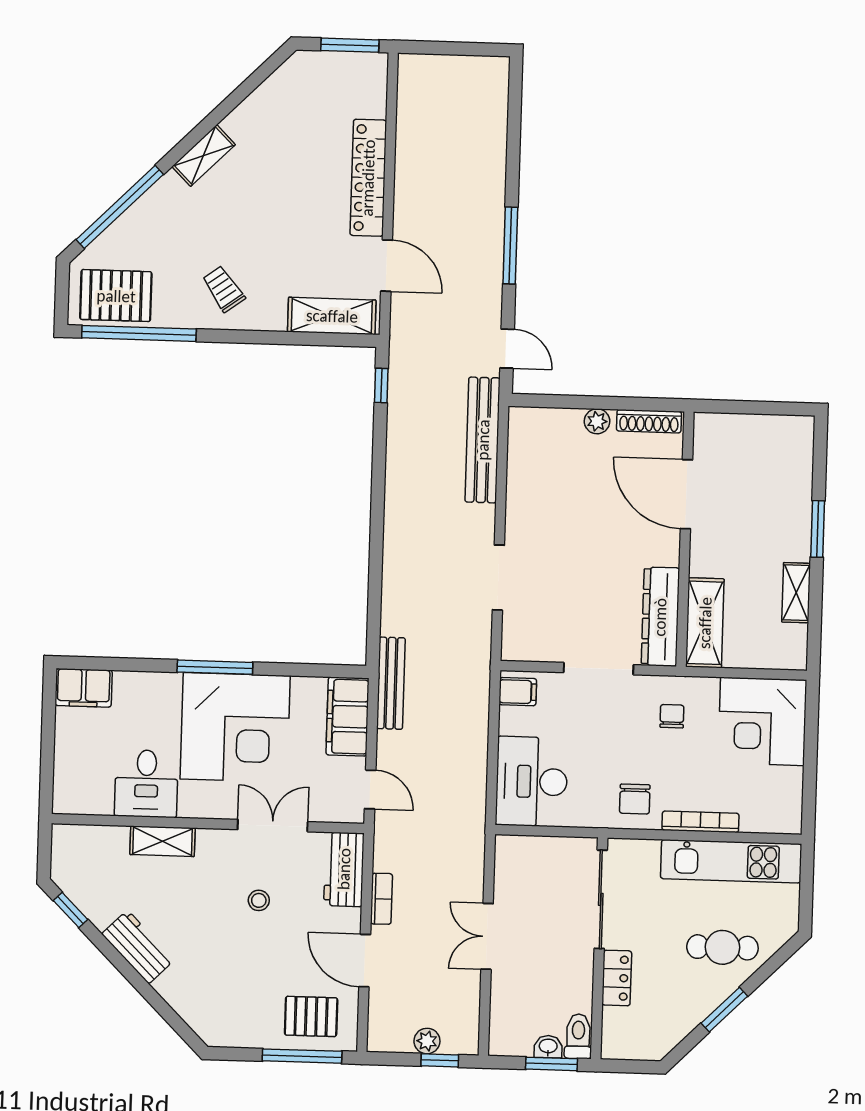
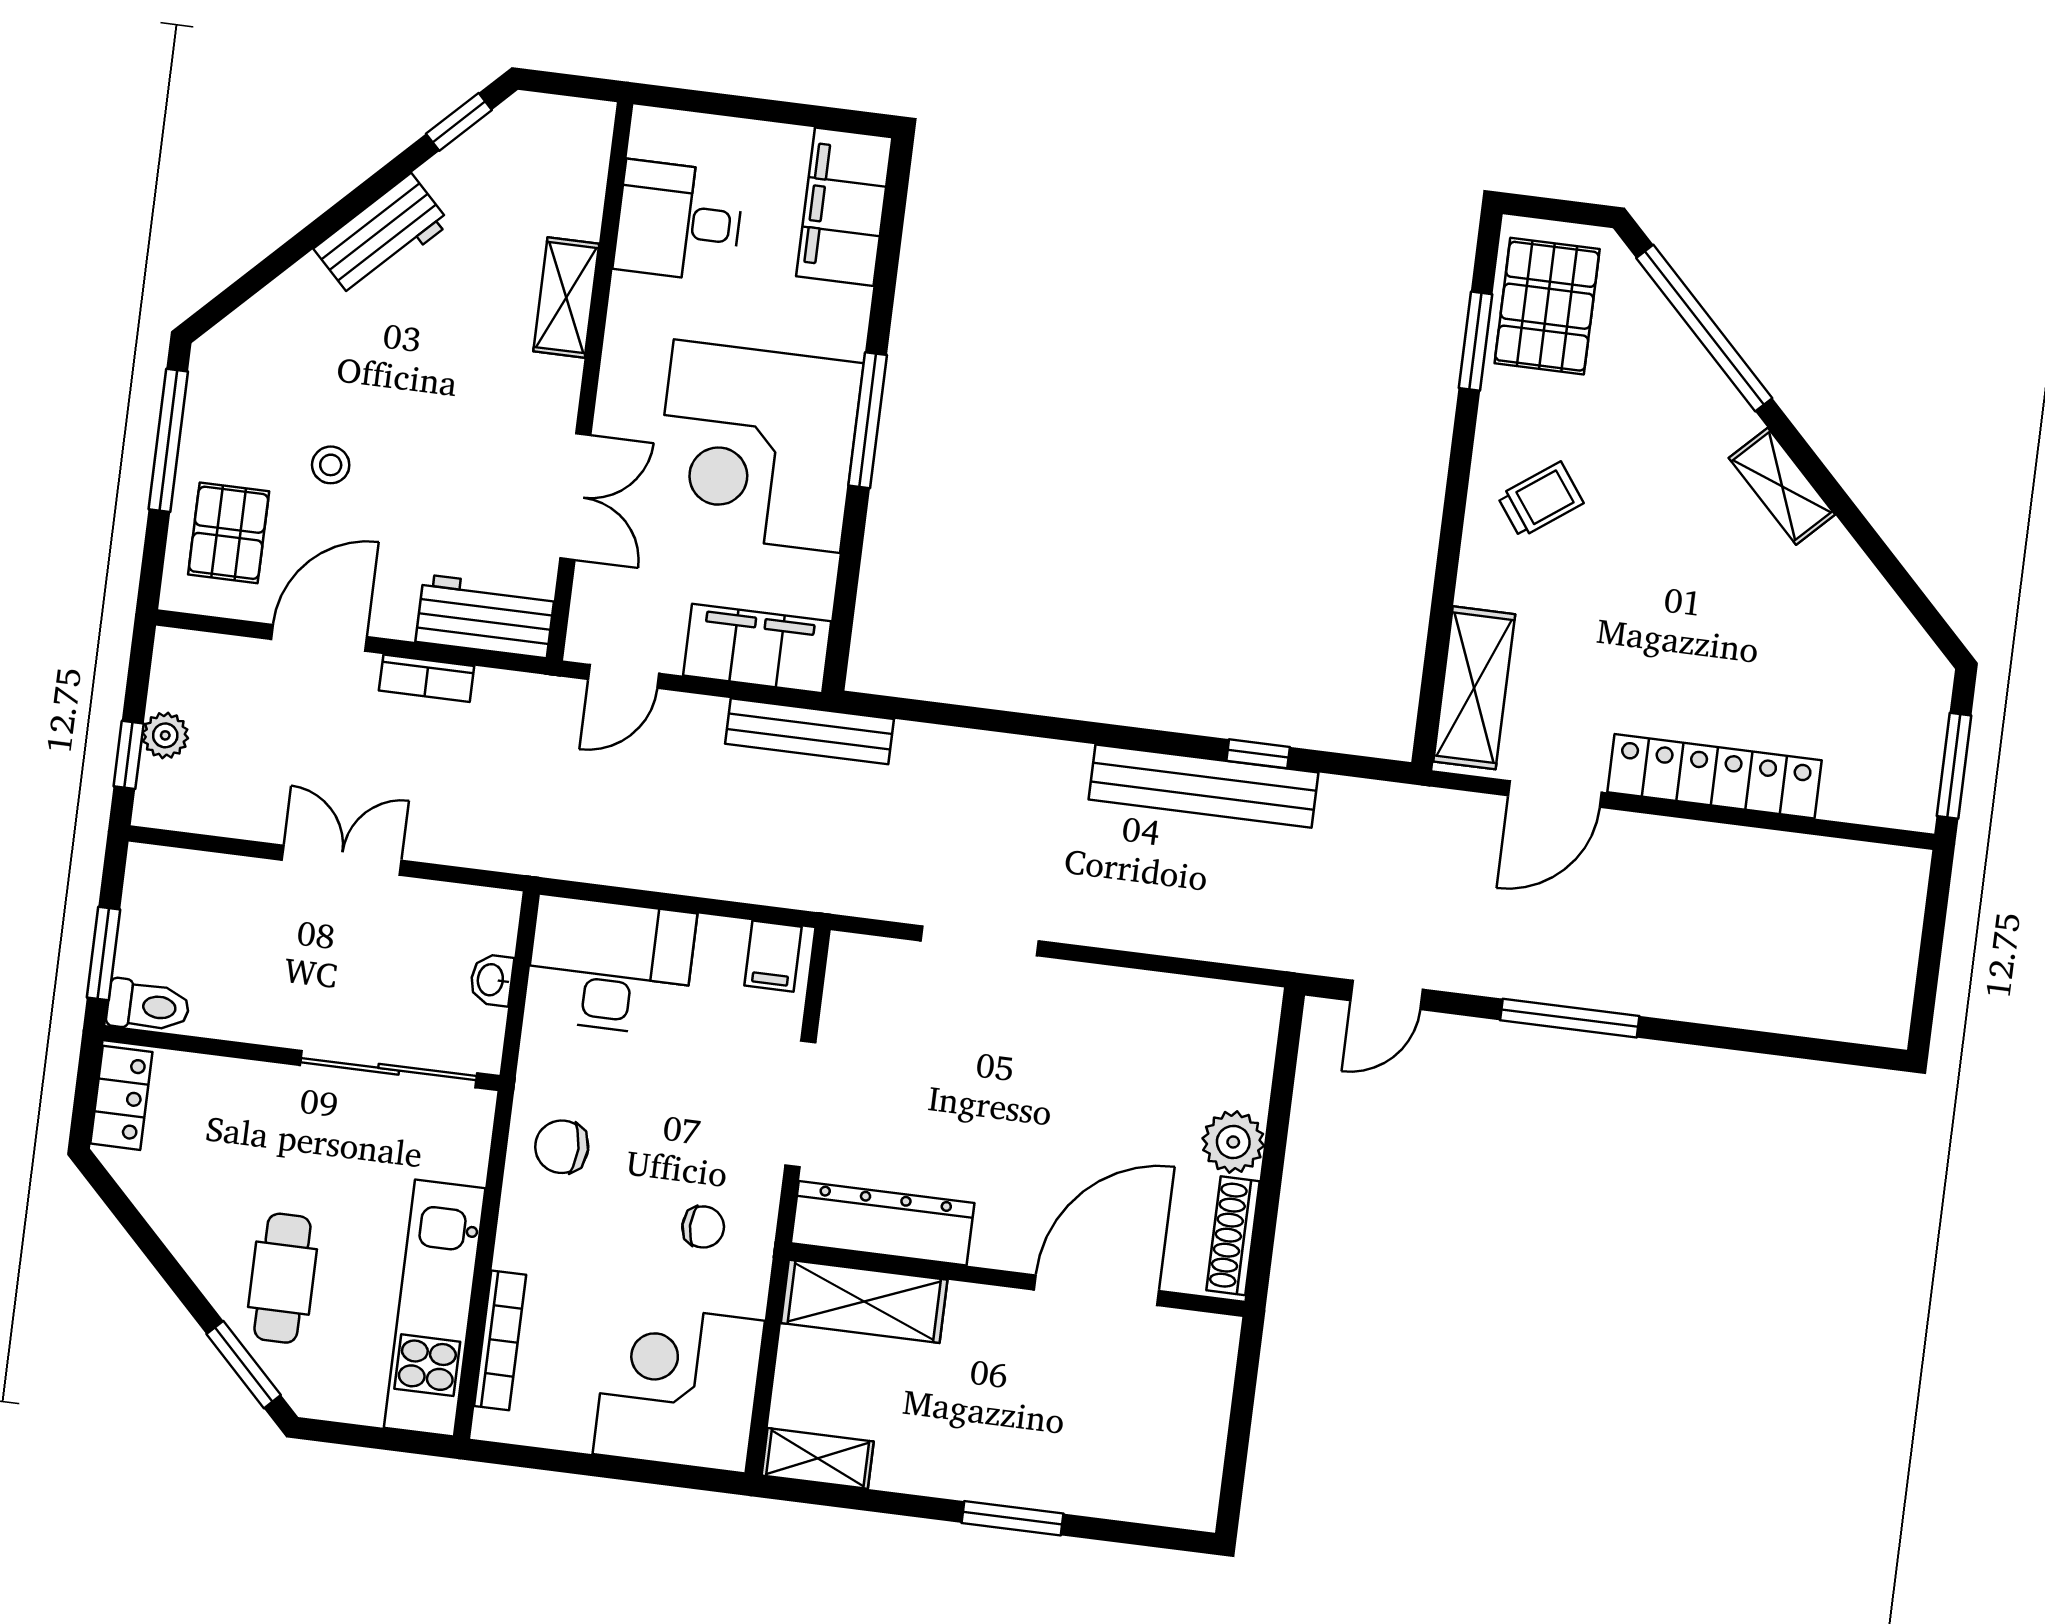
window: (139, 333) -> (1475, 341), width x0.47
window: (381, 386) -> (1258, 754), moved
plant: (597, 421) -> (1233, 1142), width x1.38, depth x1.38
bench: (483, 440) -> (1203, 786), moved
shelving: (796, 593) -> (818, 1458), moved
filing cabinet: (84, 688) -> (844, 207), width x1.50, depth x1.17
desk: (146, 784) -> (679, 221), moved
bookcase: (700, 822) -> (500, 1340), moved
stool: (259, 900) -> (331, 465), moved
locker: (617, 978) -> (121, 1098), moved, turned -90
window: (724, 1010) -> (244, 1365), moved
washbasin: (548, 1047) -> (492, 980), moved, turned 180
window: (302, 1056) -> (168, 440), moved

